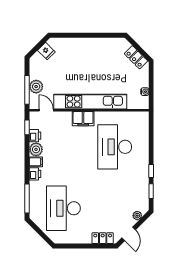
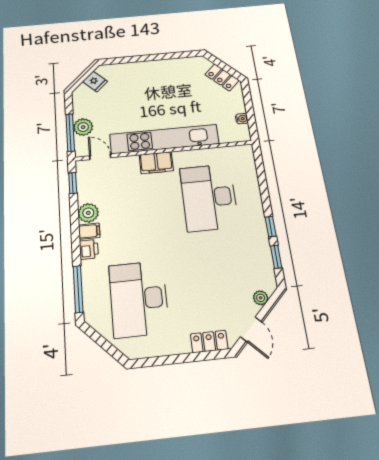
printer: (35, 136) -> (85, 193), removed

